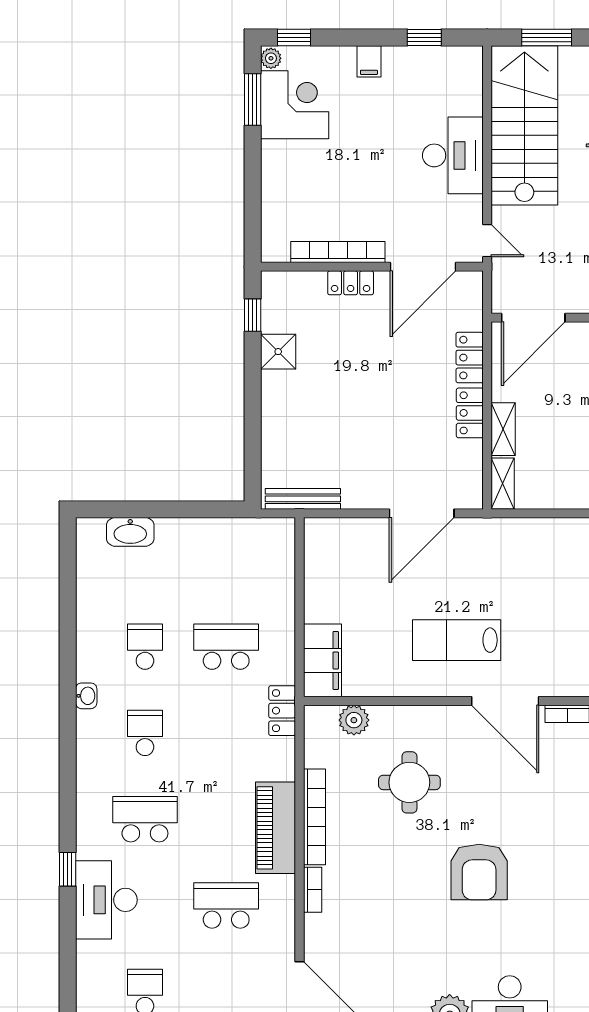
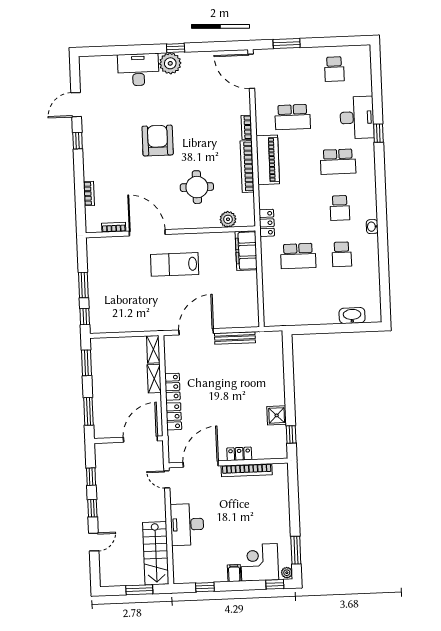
corner desk: (295, 105) -> (260, 562), moved, turned 90
stairs: (524, 125) -> (156, 553), width x0.73, depth x0.66
bench: (303, 499) -> (235, 338), moved
lab bench: (457, 640) -> (175, 264), turned 180

